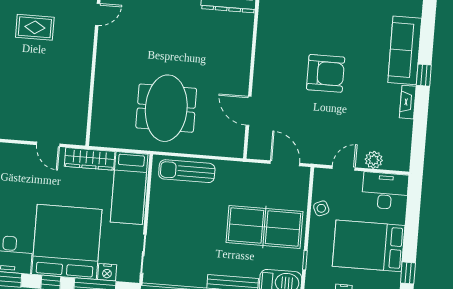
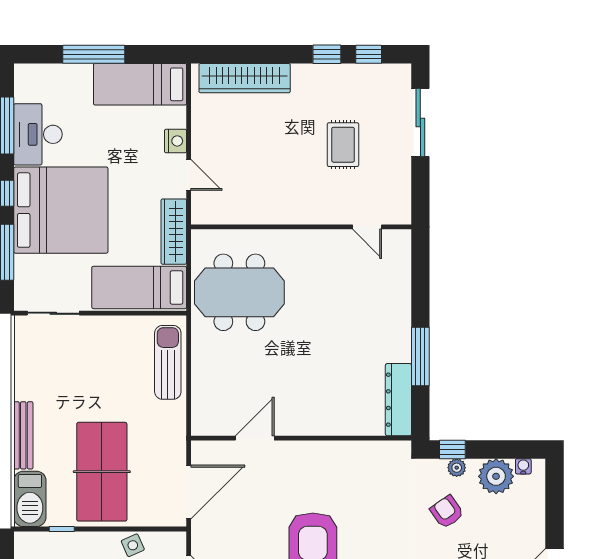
meeting table: (166, 108) -> (239, 292), moved
door: (48, 144) -> (189, 175), swing flipped
door: (285, 163) -> (189, 492), width x1.36
nightstand: (107, 272) -> (175, 141), moved, turned 180

